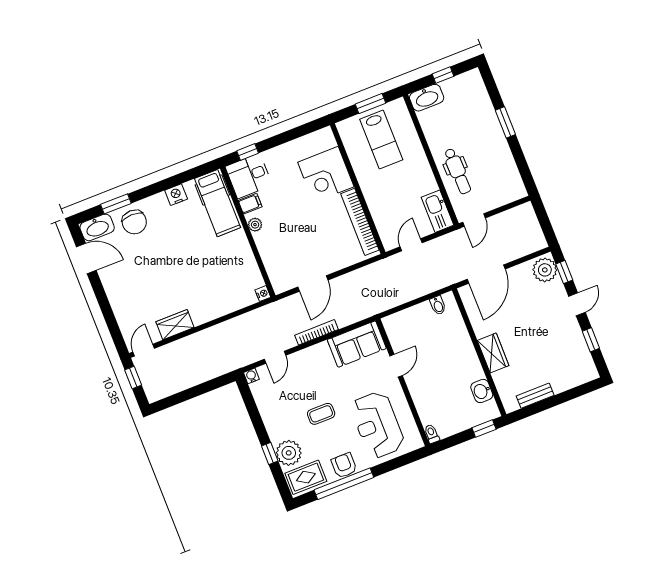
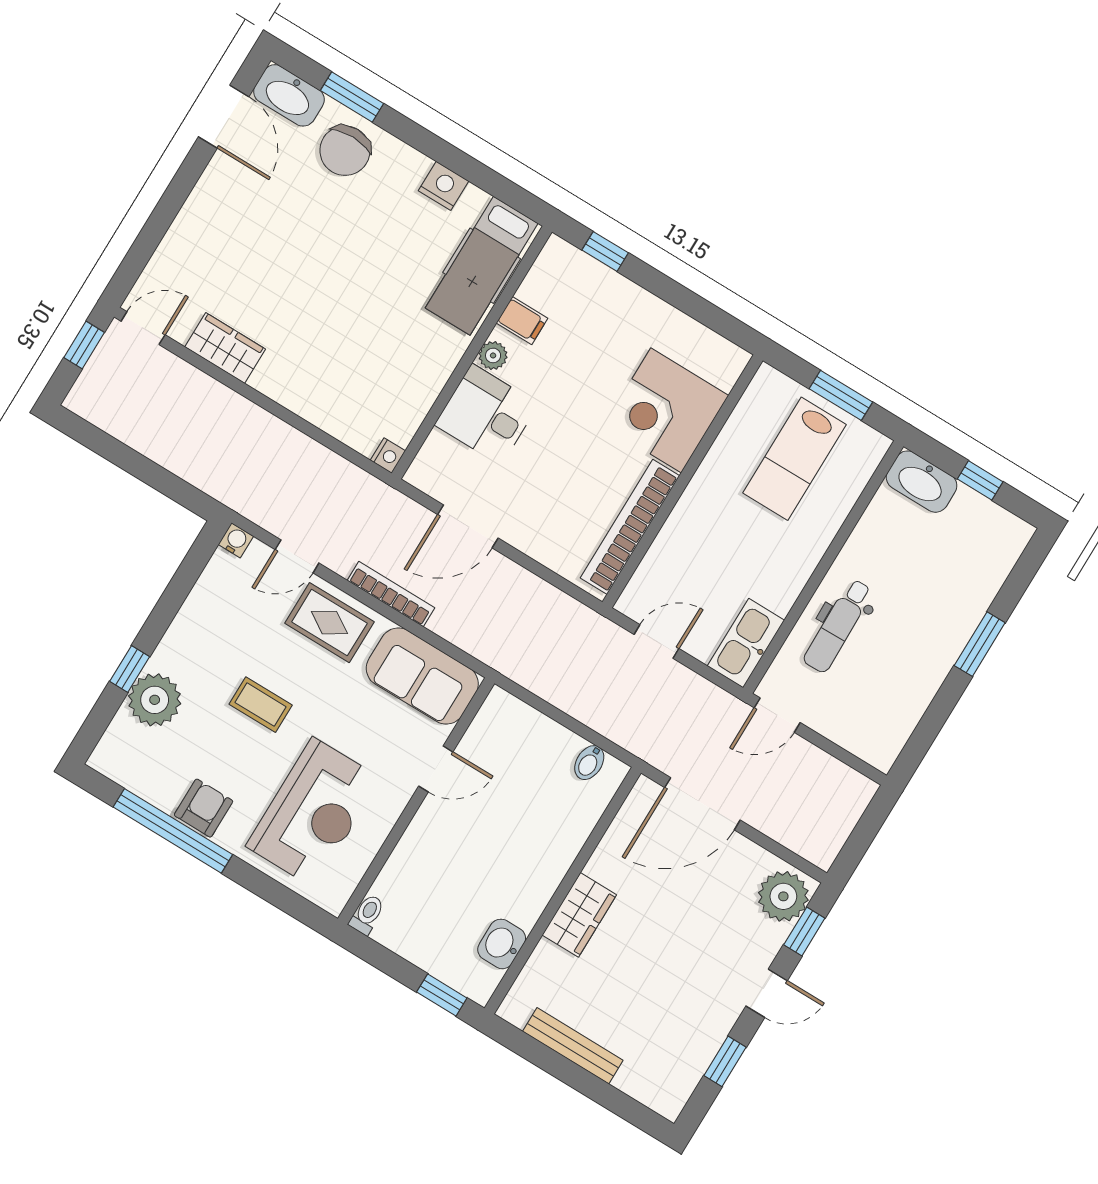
desk: (249, 176) -> (486, 414), moved
bench: (535, 396) -> (573, 1046), width x1.36
reception desk: (377, 425) -> (313, 812), turned 180
rug: (306, 477) -> (329, 623), moved

